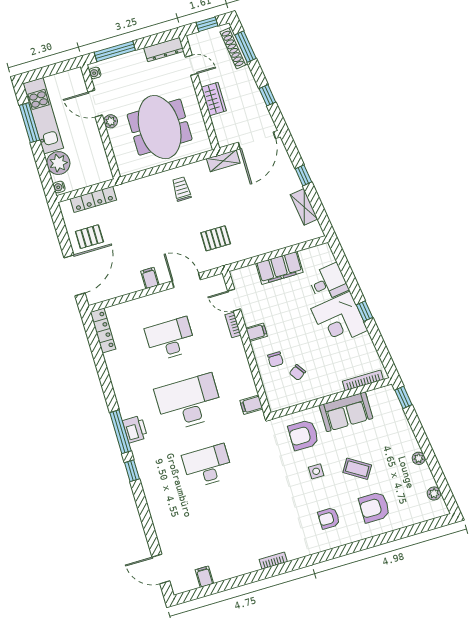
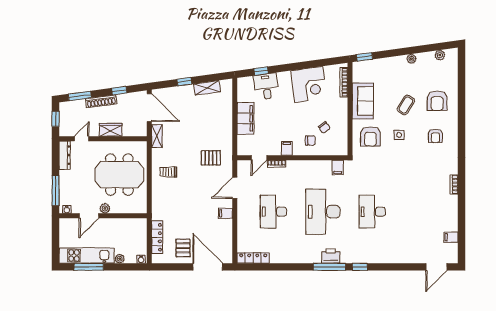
shoe rack: (234, 48) -> (101, 101), moved
plant: (58, 163) -> (120, 259), width x0.53, depth x0.53
pallet: (216, 238) -> (211, 158), turned 90
window: (365, 311) -> (261, 71), moved
corner desk: (339, 320) -> (309, 84), moved

